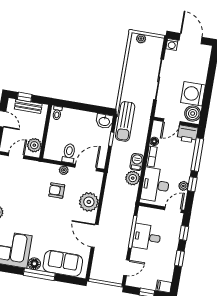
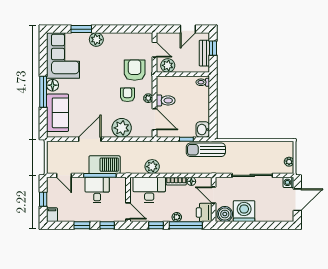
plant: (141, 39) -> (289, 162), moved
barbecue: (137, 162) -> (105, 165), moved, width x1.88, depth x1.53
armchair: (33, 179) -> (135, 70), added
plant: (183, 186) -> (177, 217), moved

